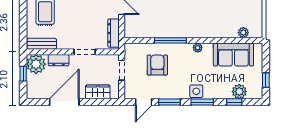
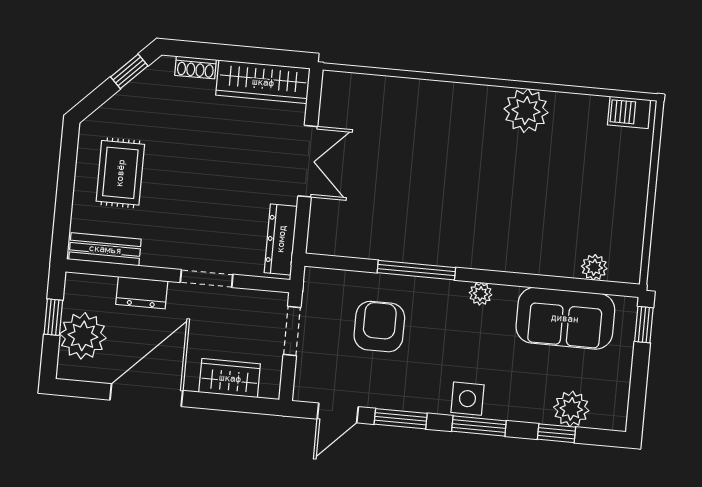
plant: (36, 64) -> (83, 336), moved
window: (266, 80) -> (644, 325), moved

